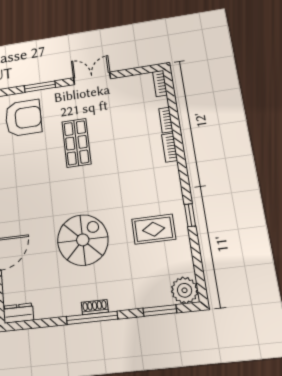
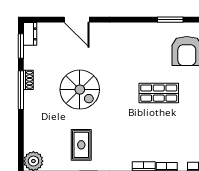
shoe rack: (95, 307) -> (28, 80), moved
window: (160, 311) -> (21, 46), moved

